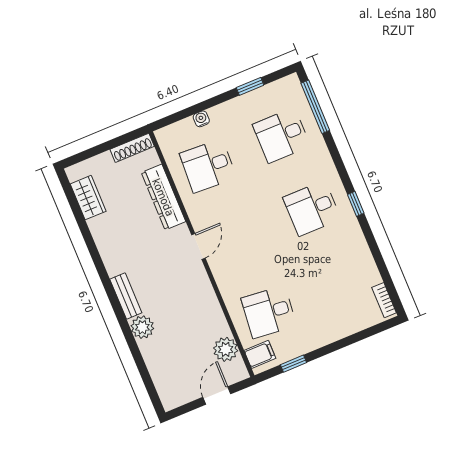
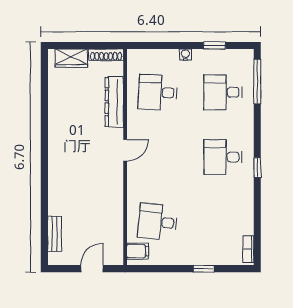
water cooler: (201, 119) -> (185, 55), moved
wardrobe: (88, 198) -> (71, 58), moved, turned 90
bench: (126, 296) -> (55, 234), moved
plant: (142, 327) -> (57, 194), removed
plant: (226, 349) -> (113, 237), removed
window: (294, 364) -> (204, 269), moved

